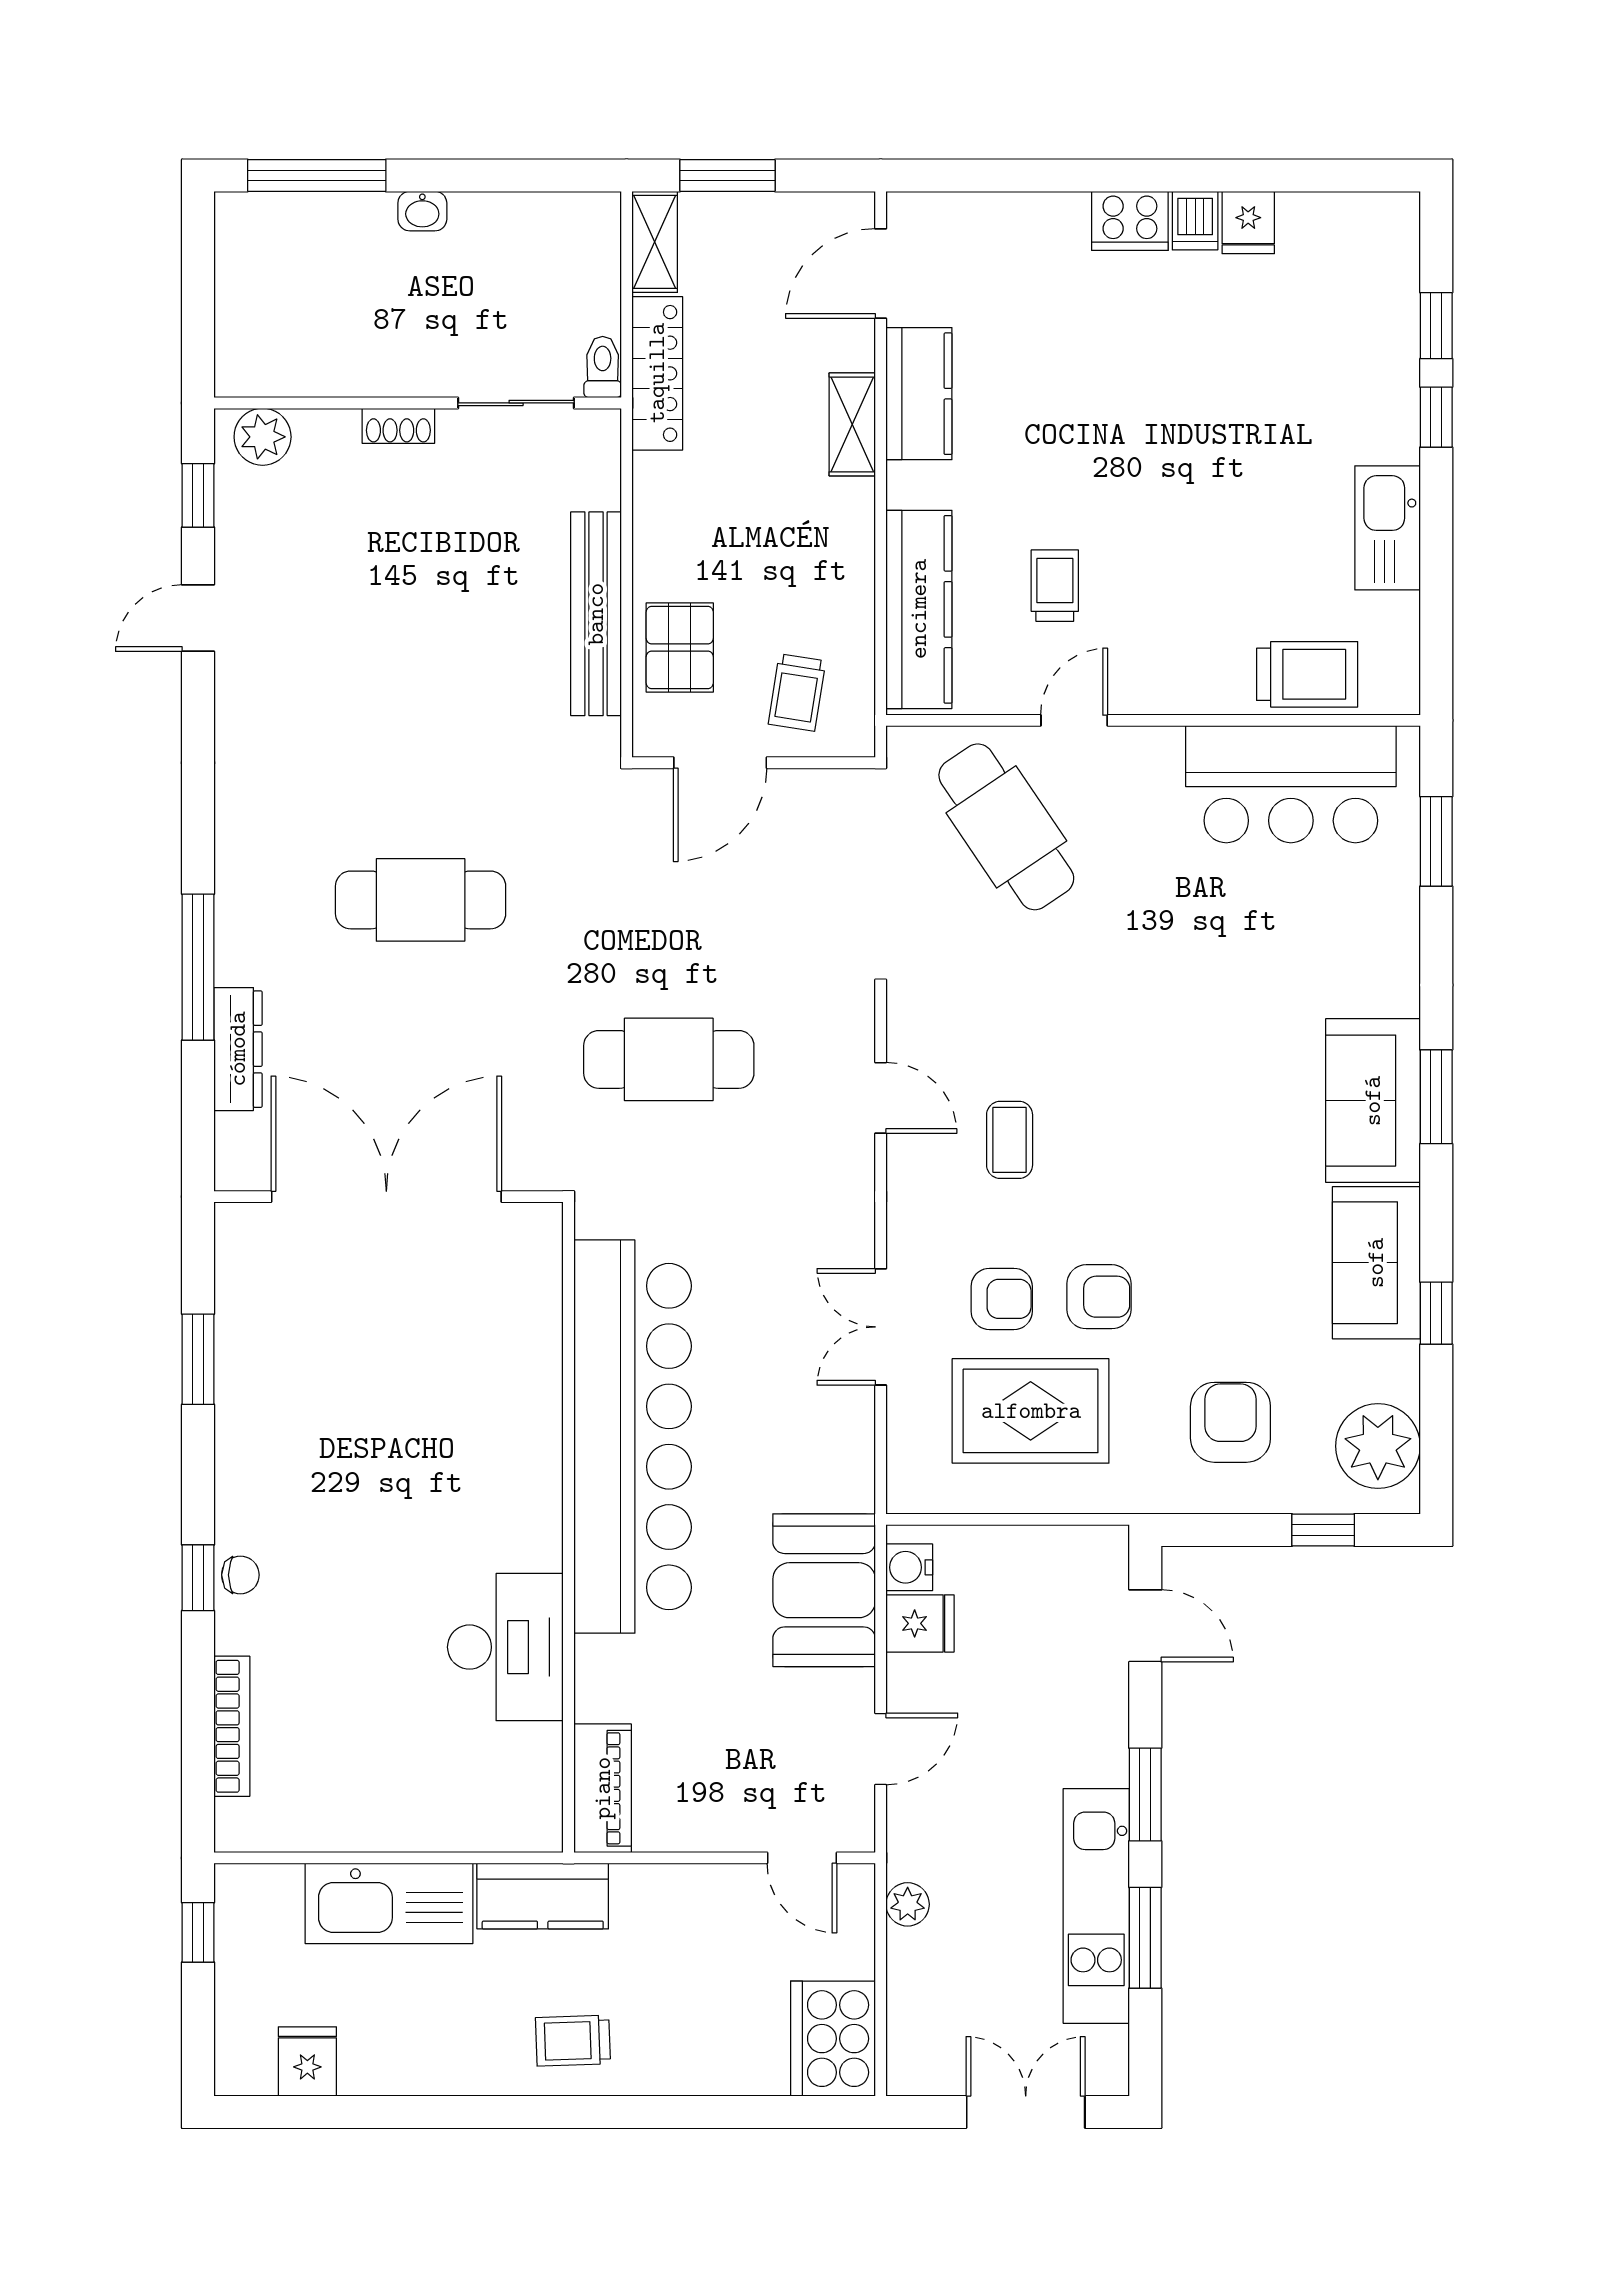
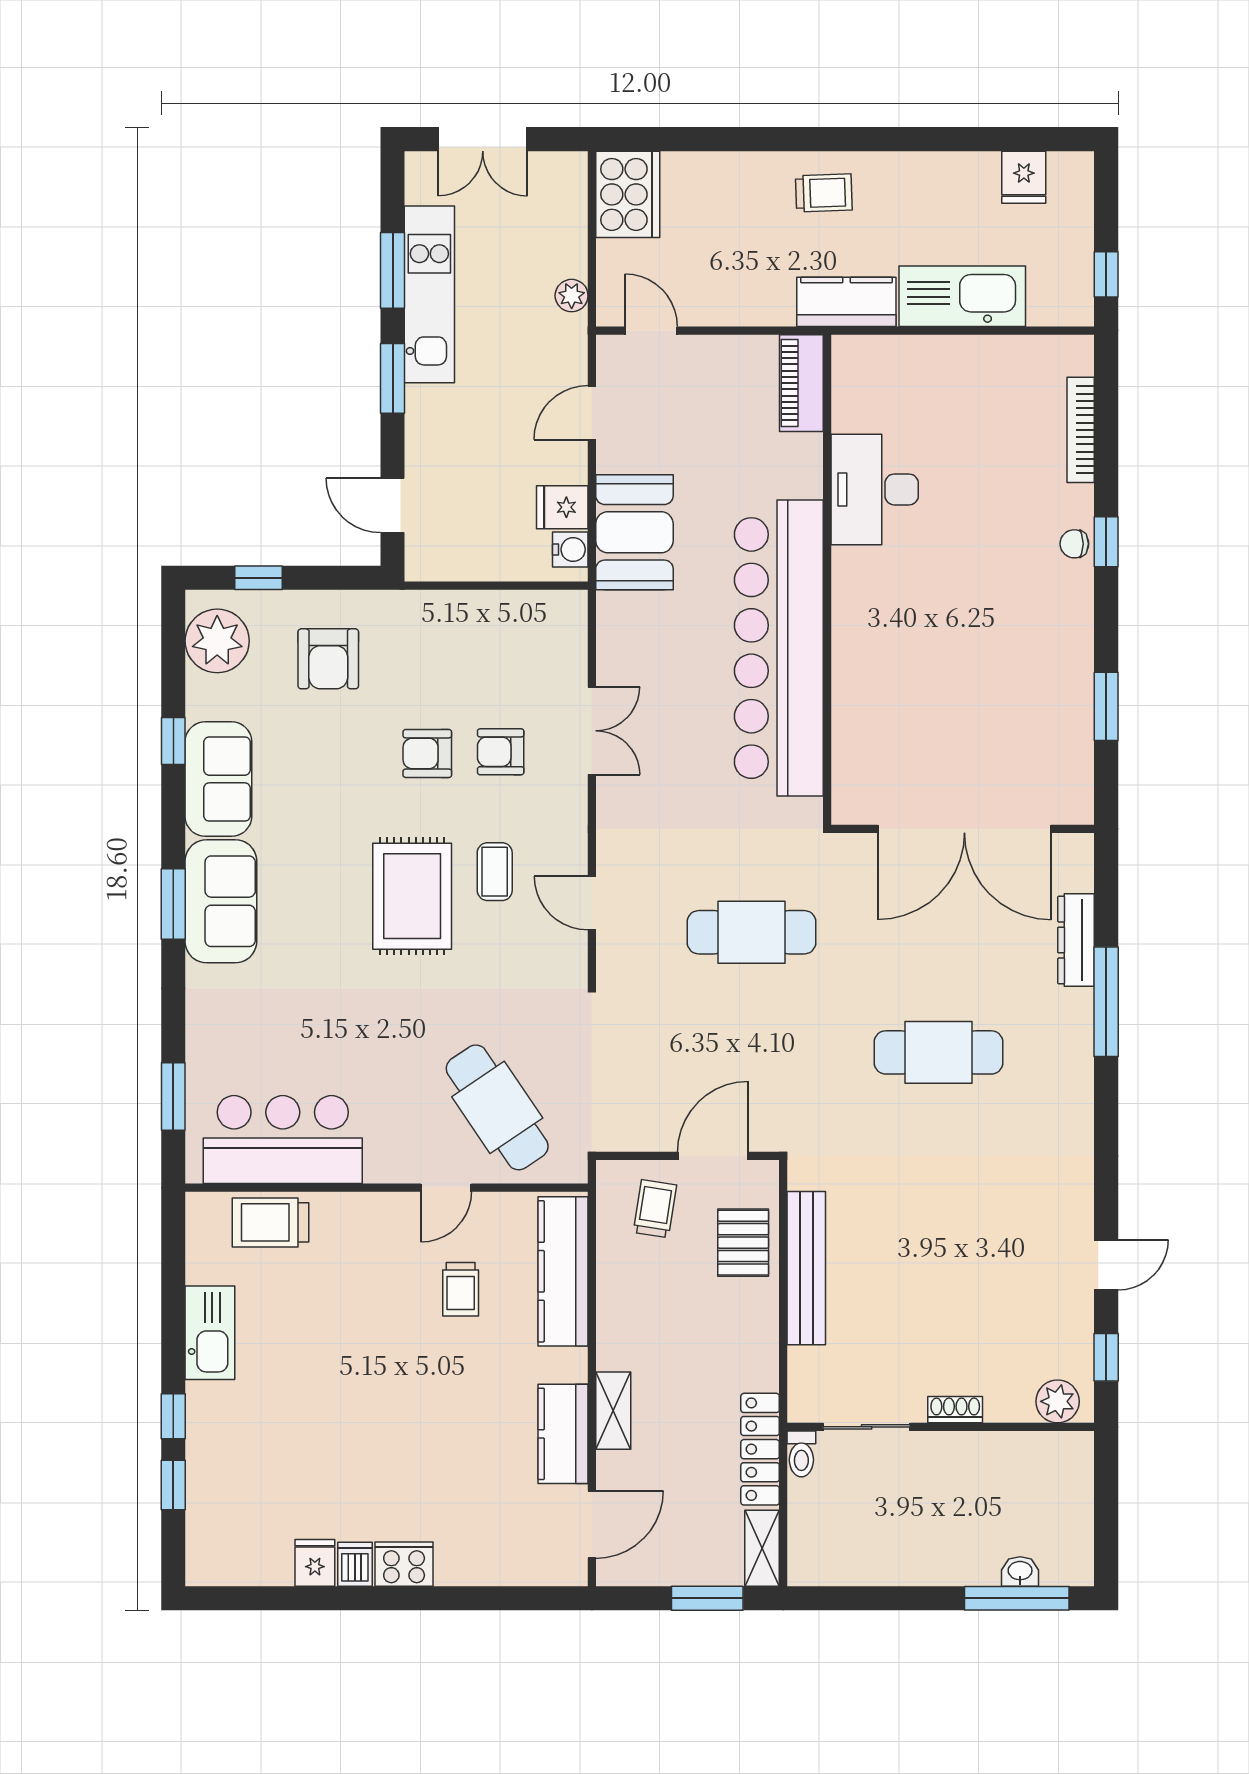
washbasin: (422, 211) -> (1020, 1571), moved
rug: (1031, 1411) -> (412, 896), moved, turned 90

